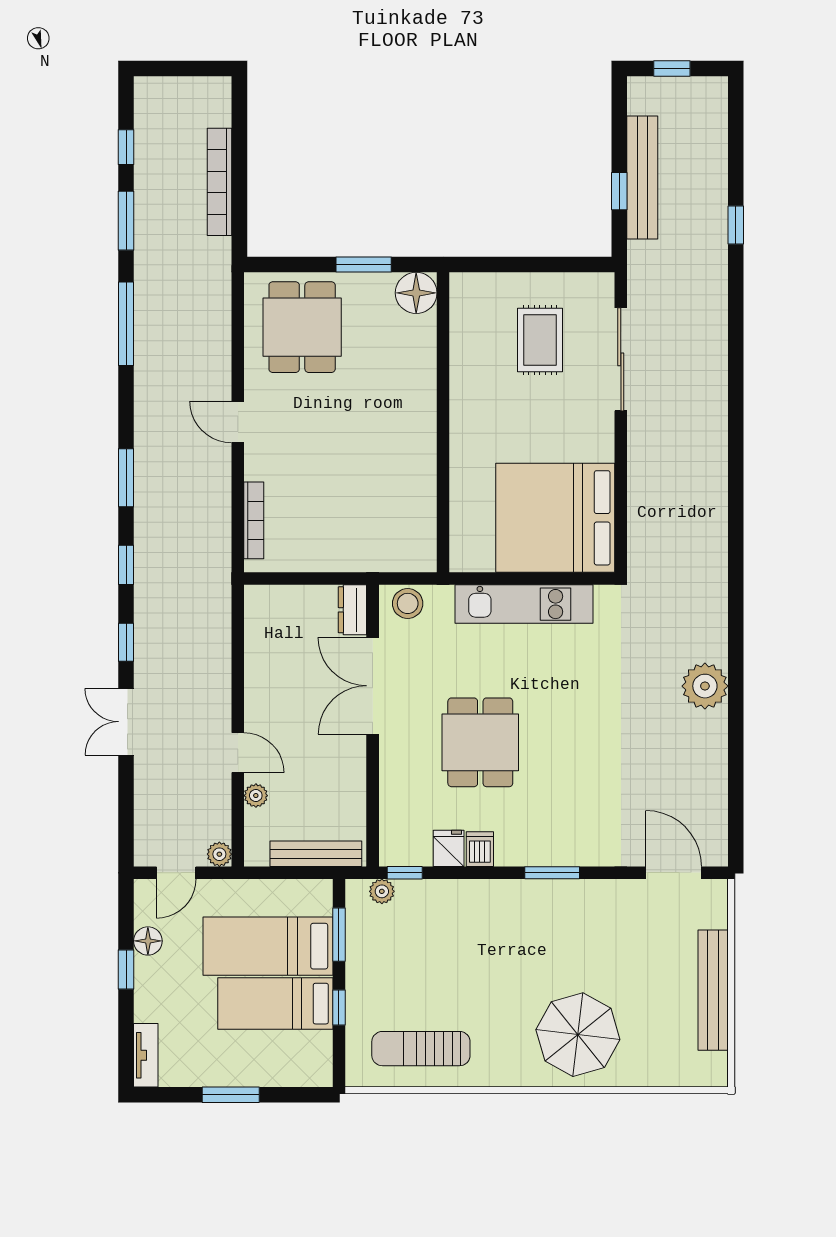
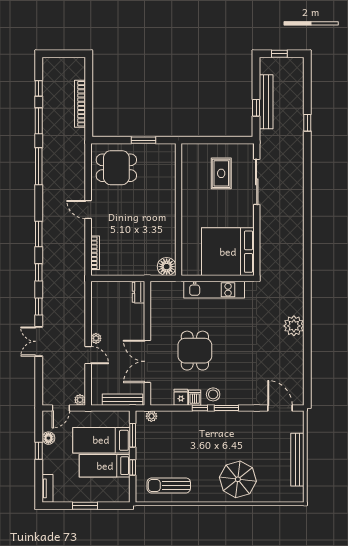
floor lamp: (416, 293) -> (167, 267), moved
dining table: (302, 327) -> (116, 168), turned 90
stool: (408, 603) -> (213, 394), moved
double door: (373, 686) -> (147, 361), moved
plant: (256, 796) -> (96, 338), moved
window: (405, 873) -> (200, 408), moved

